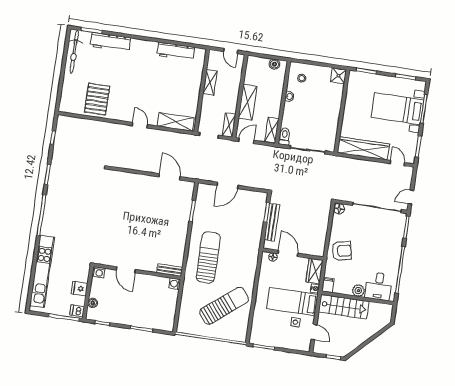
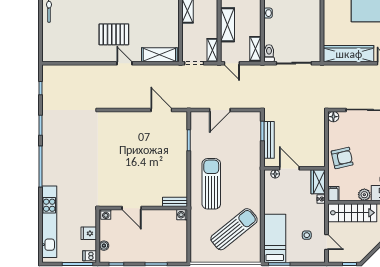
pallet: (97, 99) -> (114, 34), moved, turned 90
door: (246, 141) -> (232, 63), swing flipped
bed: (292, 302) -> (275, 238), moved, turned 90

